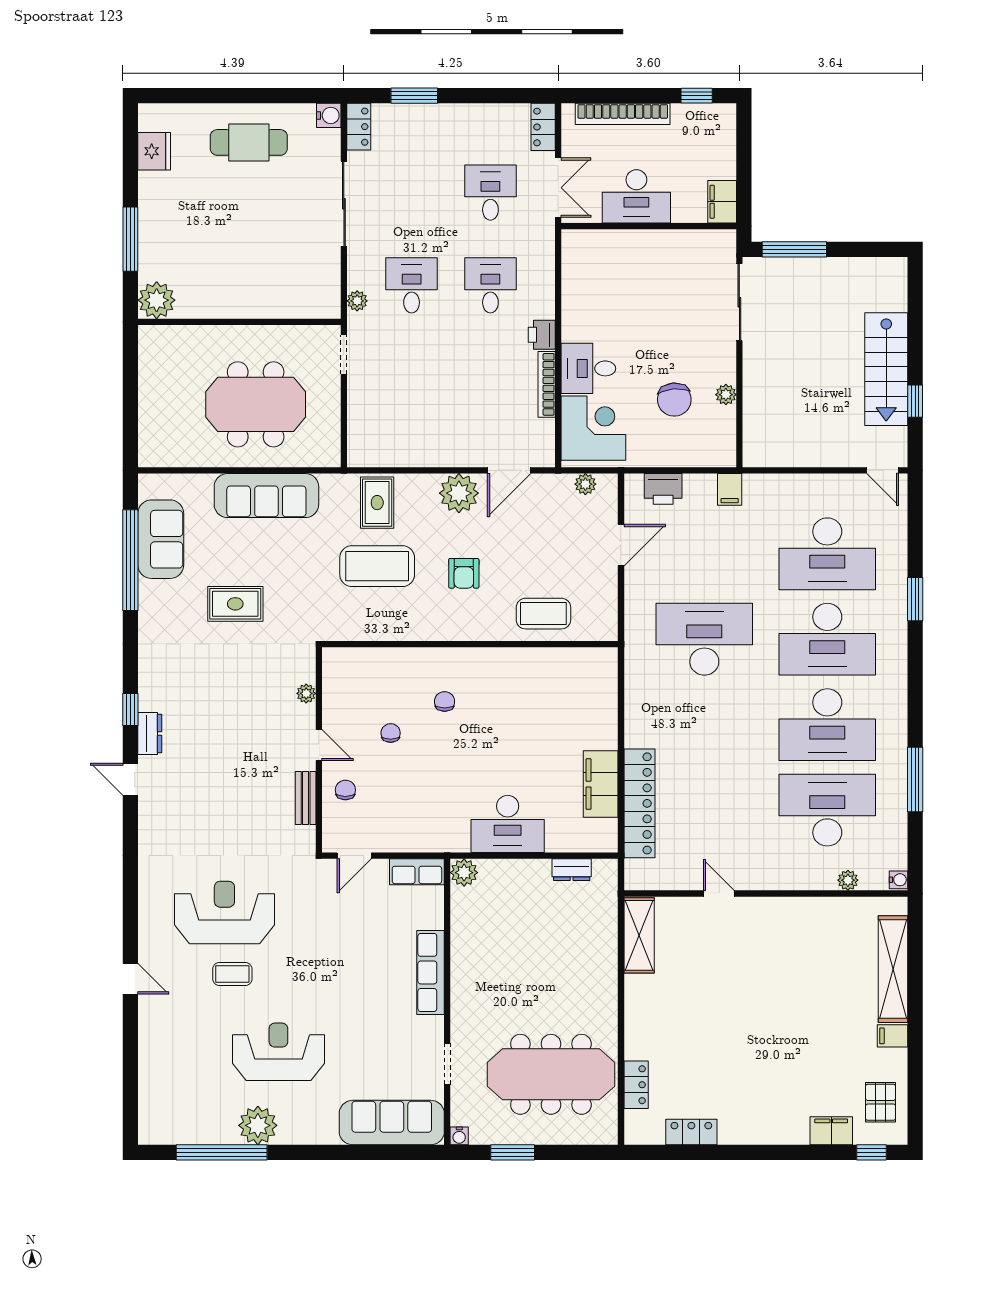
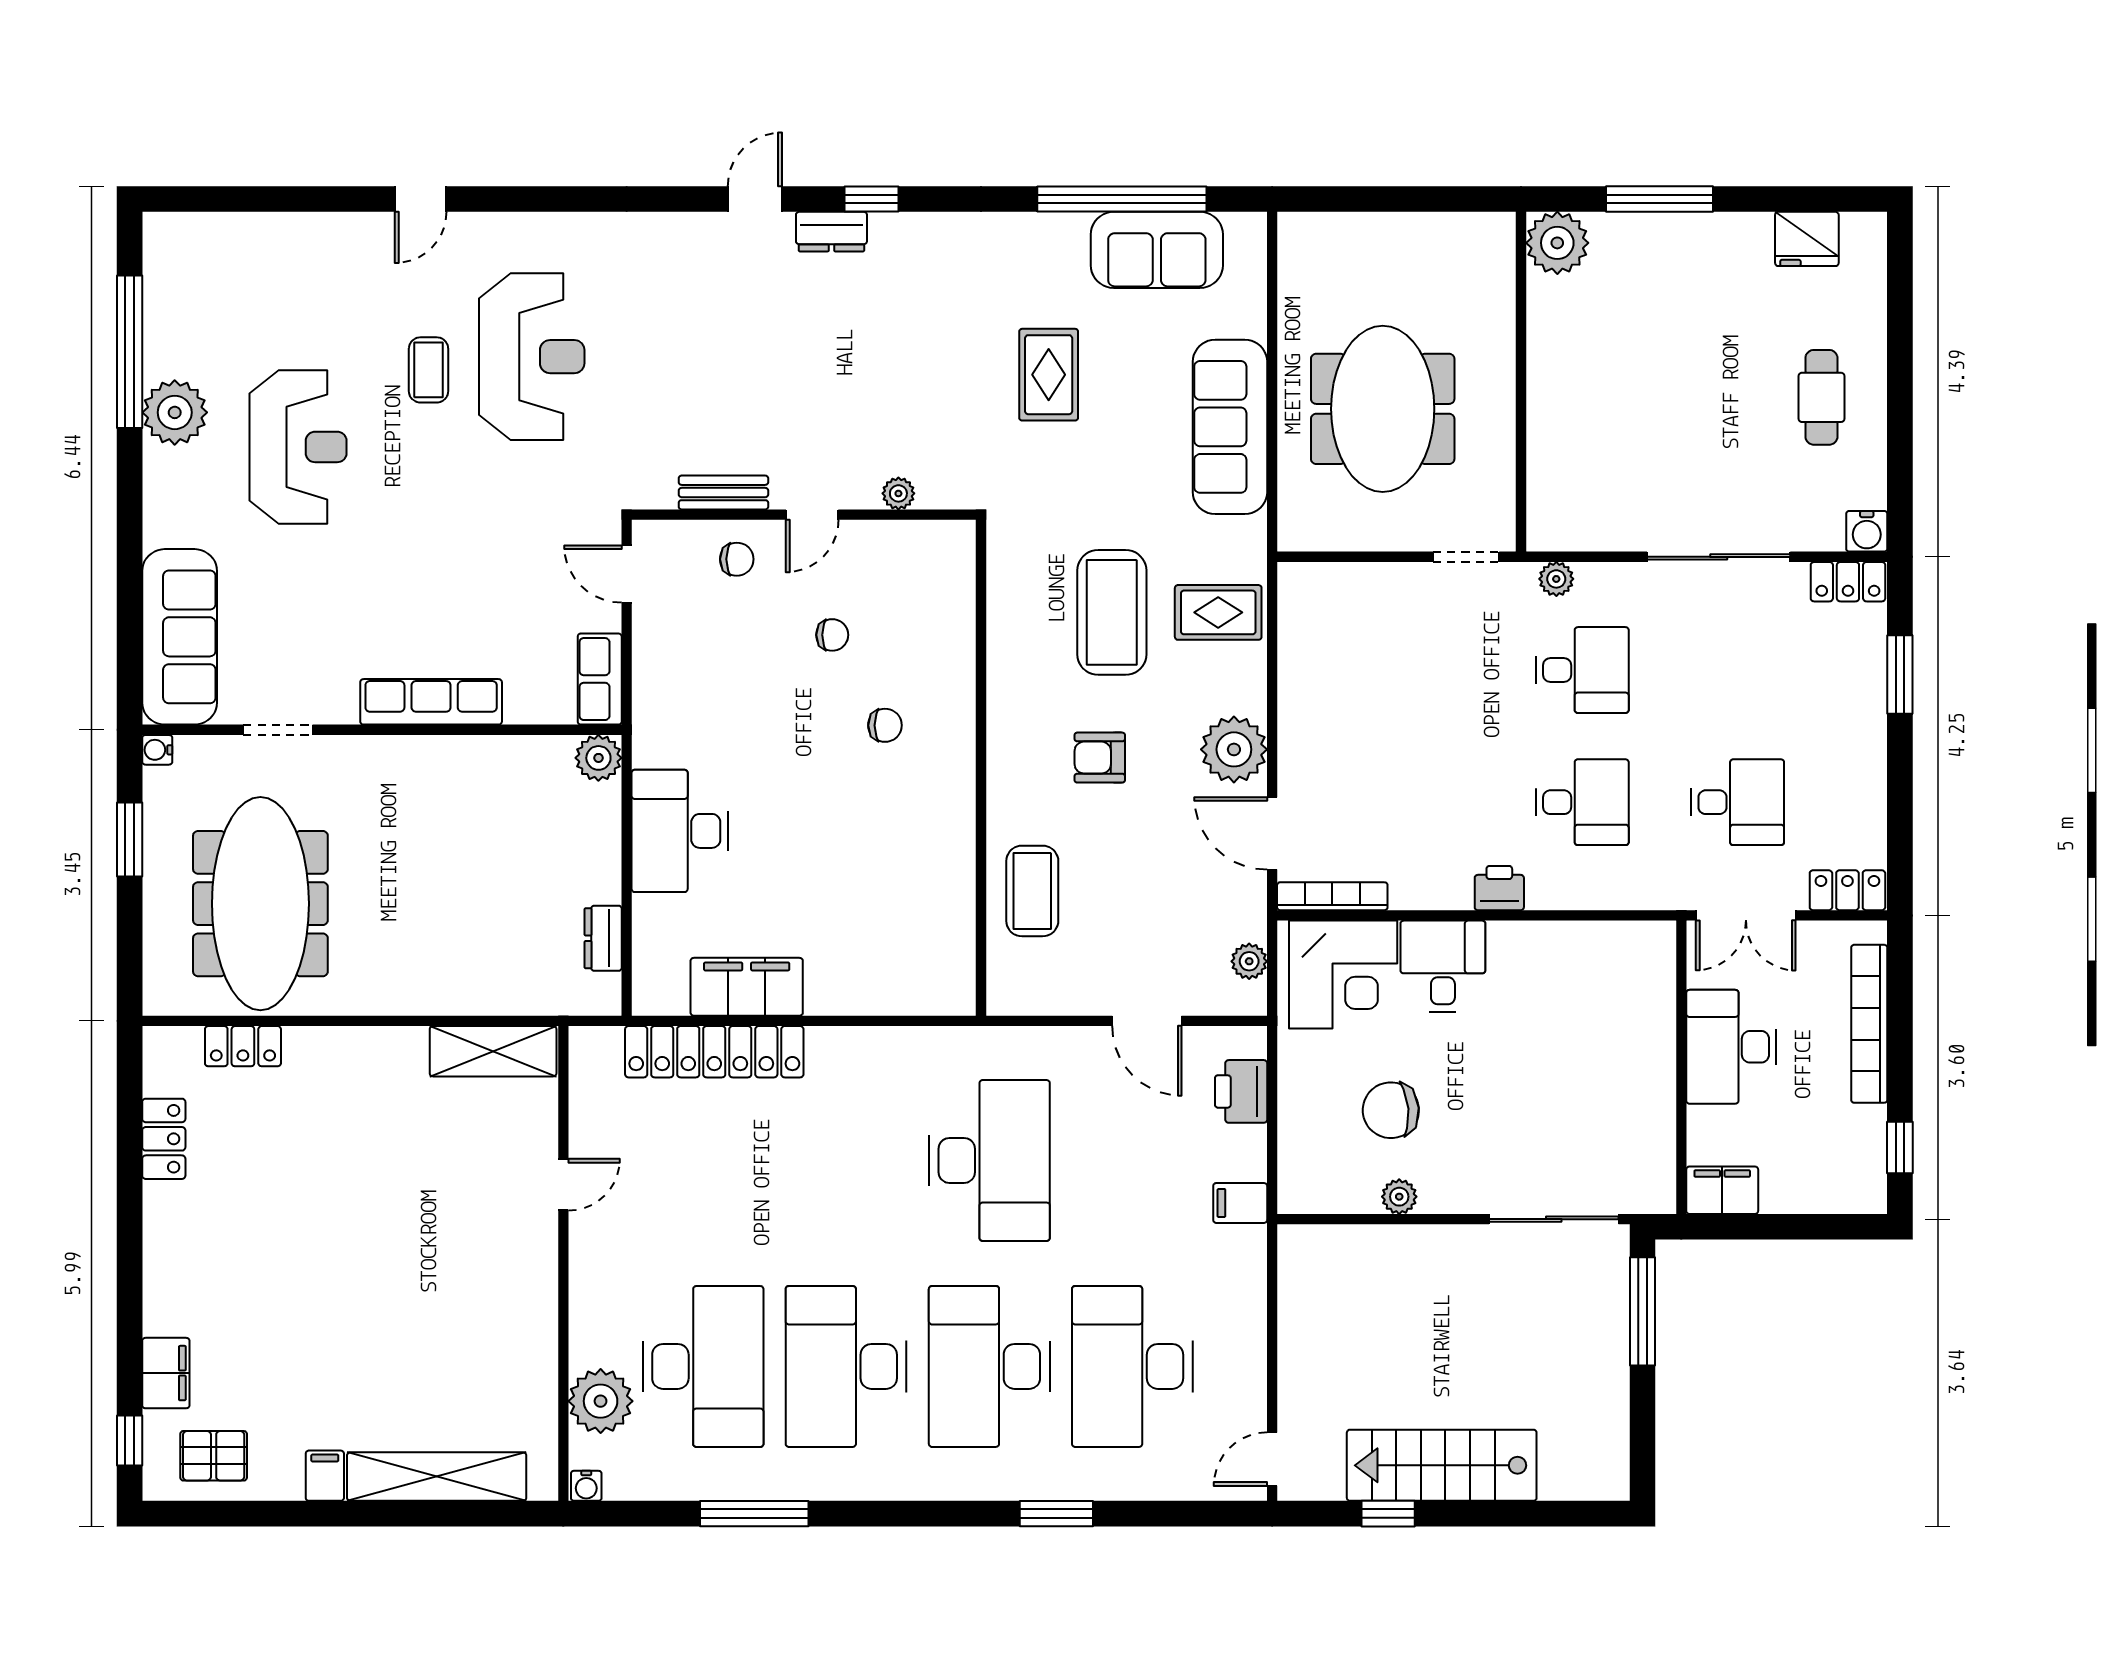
cafe table: (249, 142) -> (1821, 397), width x0.73, depth x0.74
bookcase: (547, 384) -> (1332, 896), moved
plant: (848, 880) -> (601, 1401), width x1.87, depth x1.87

